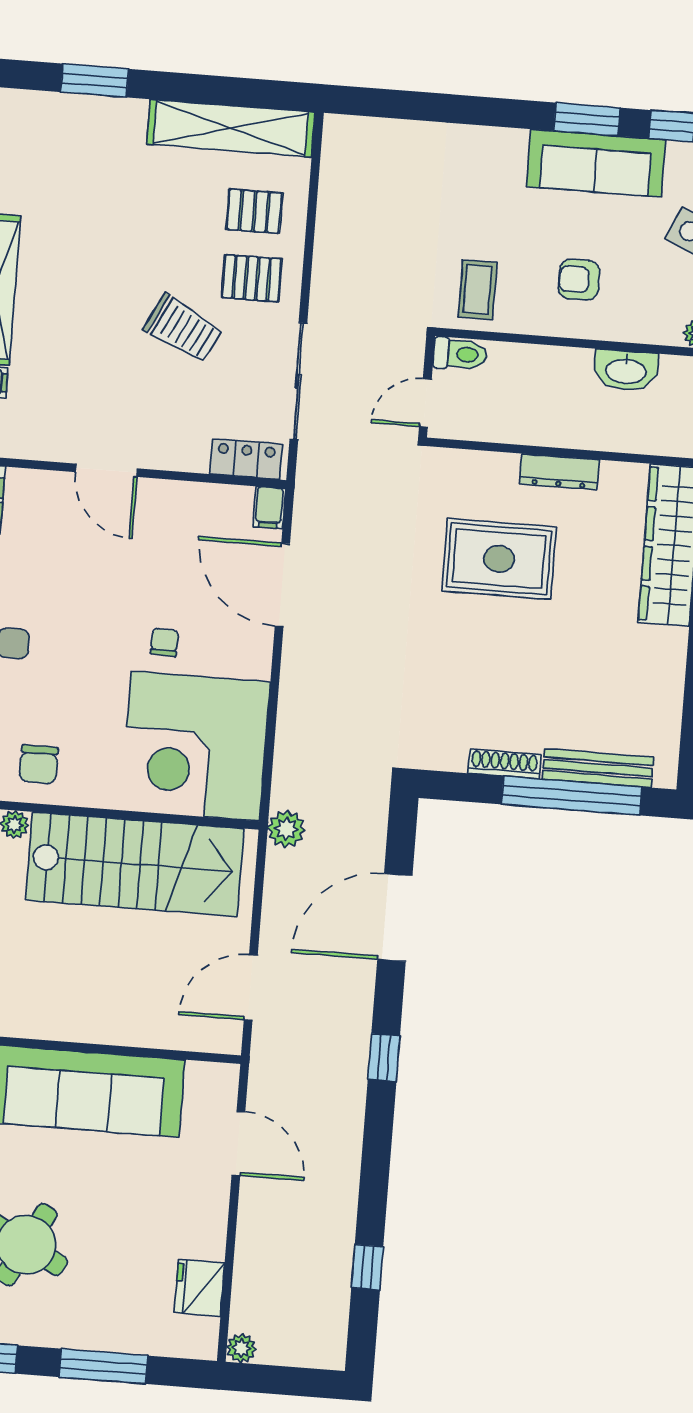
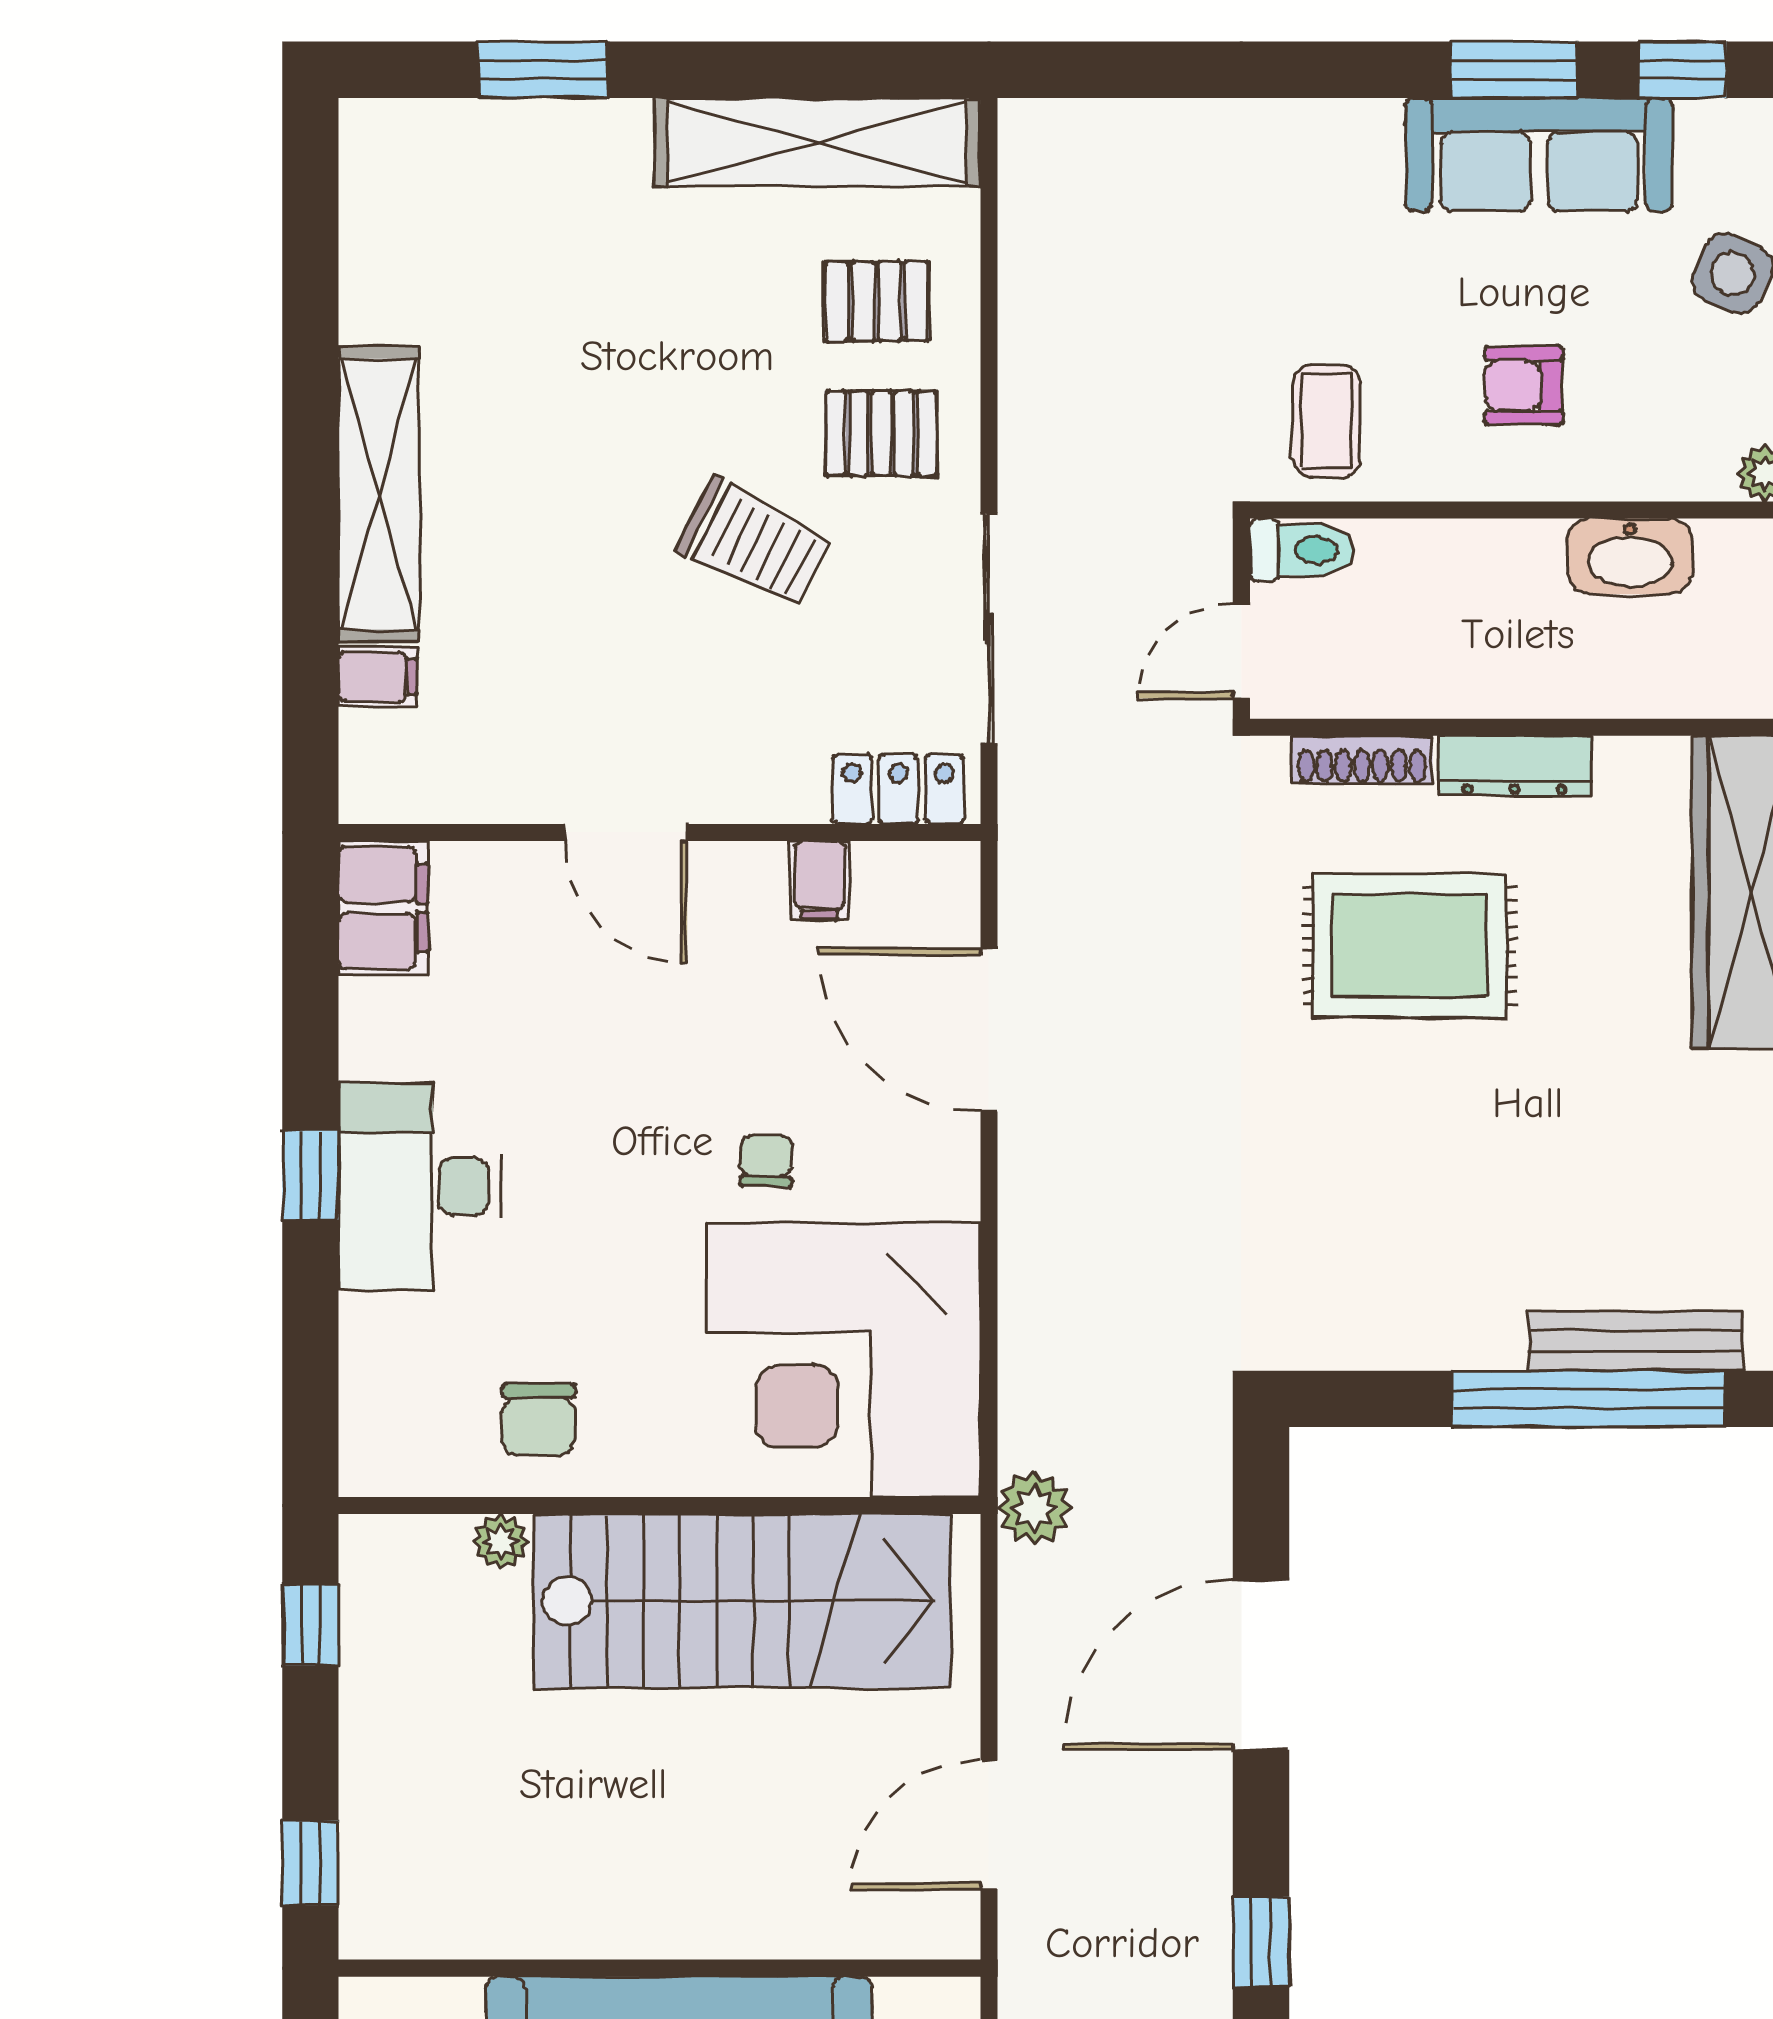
filing cabinet: (269, 507) -> (820, 880), moved
shoe rack: (504, 764) -> (1362, 760), moved, turned 180

